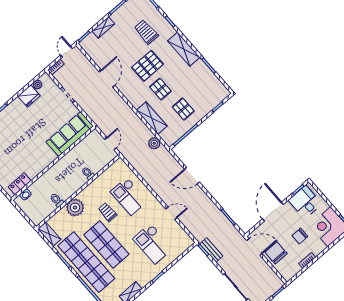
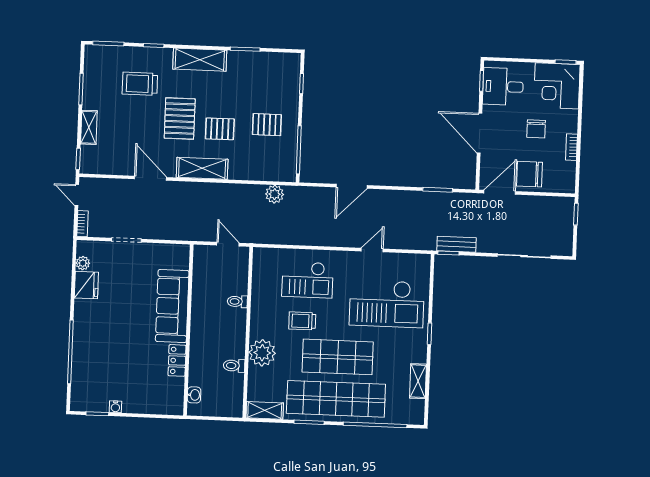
shelving: (152, 118) -> (202, 168), moved
sofa: (70, 134) -> (172, 306), moved
locker: (20, 184) -> (177, 360), moved
checkout: (153, 244) -> (387, 304), width x1.36, depth x1.21

